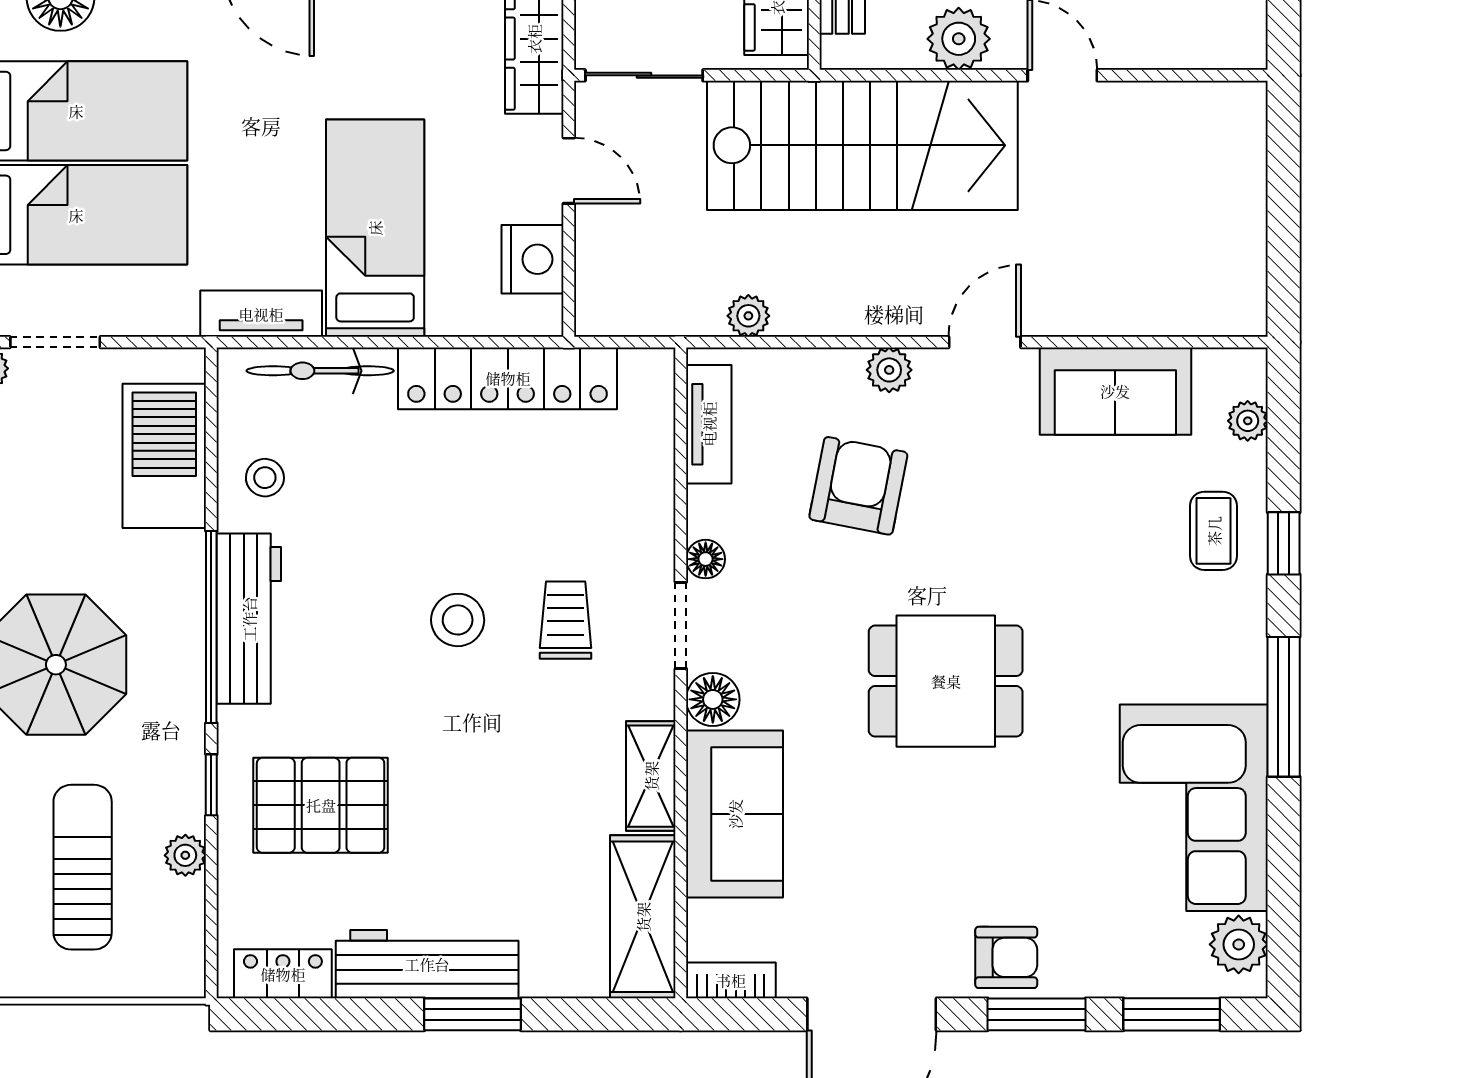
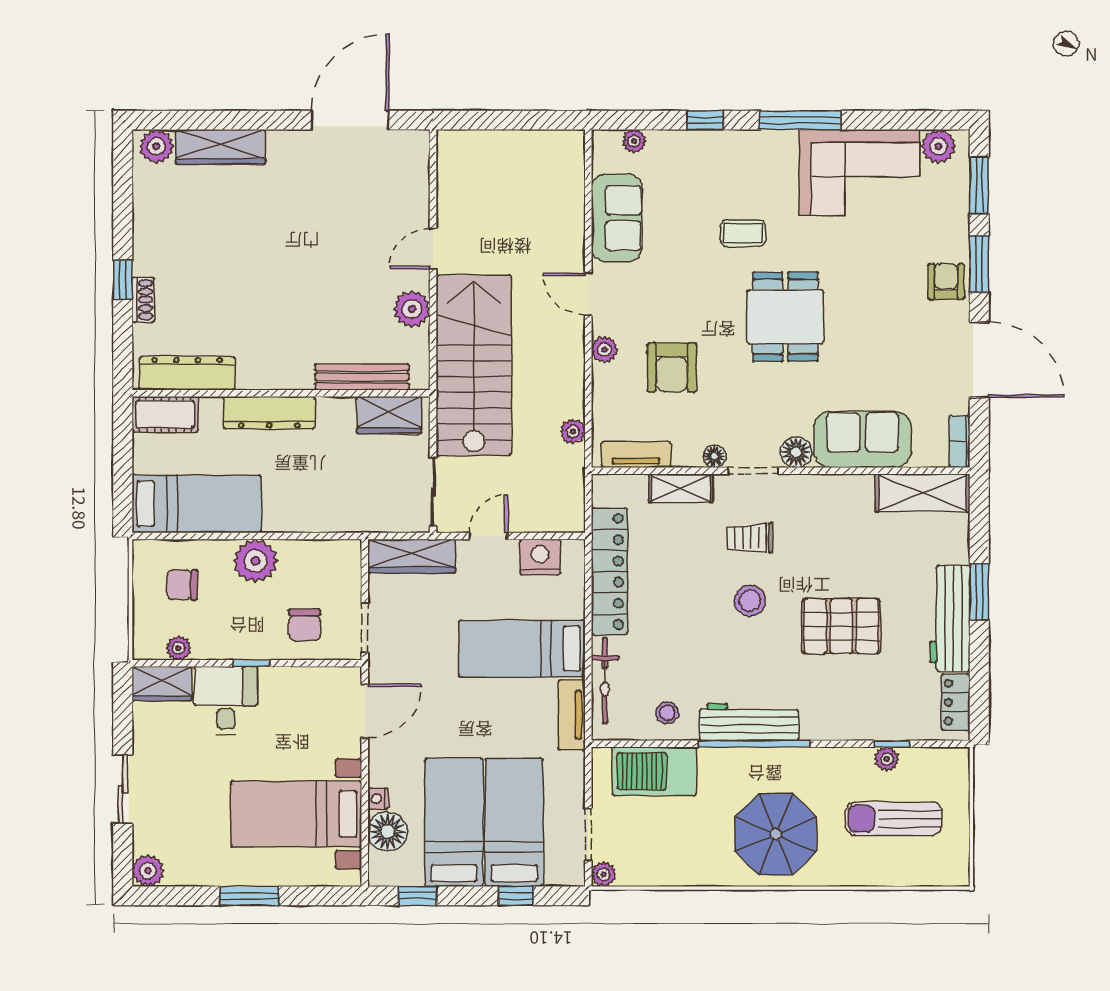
armchair: (858, 486) -> (672, 367), turned -101
coffee table: (1214, 531) -> (743, 233), moved
shelving: (651, 776) -> (681, 488), moved
window: (211, 785) -> (892, 744), moved
pallet: (321, 805) -> (841, 626), moved, turned 90

